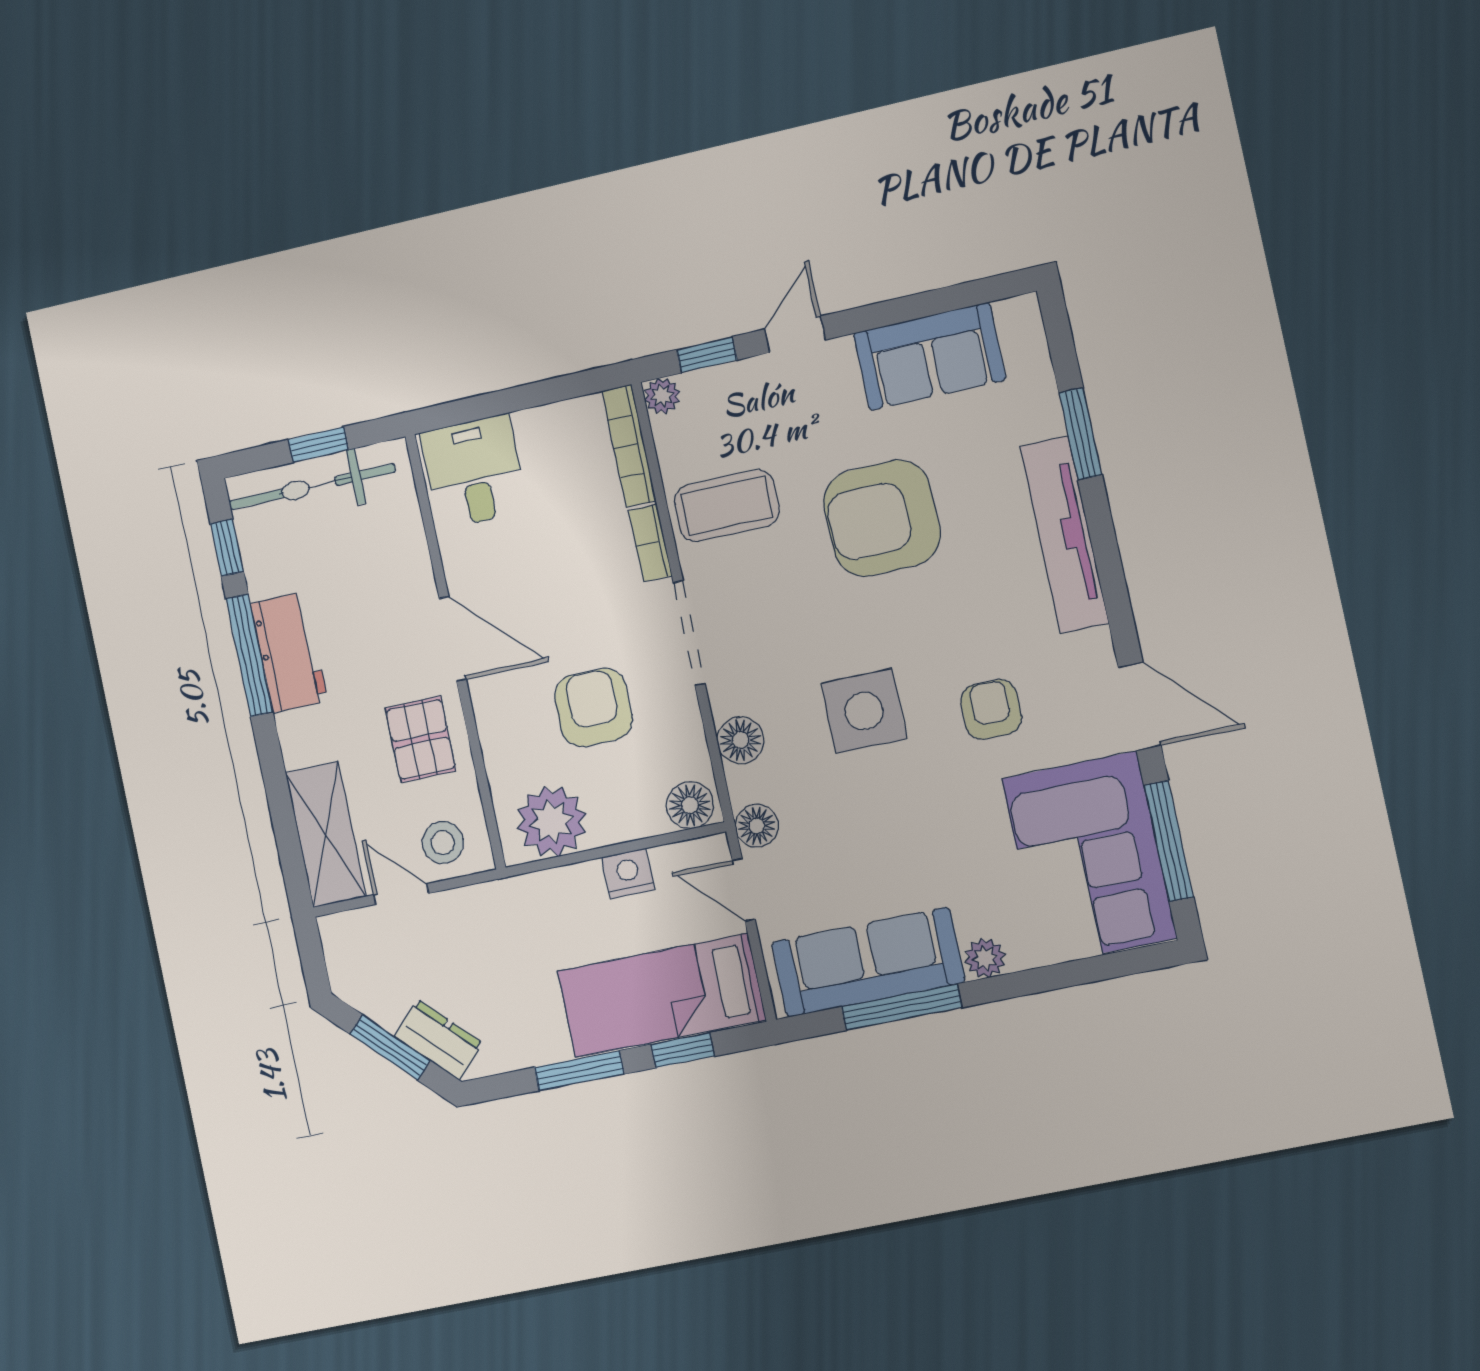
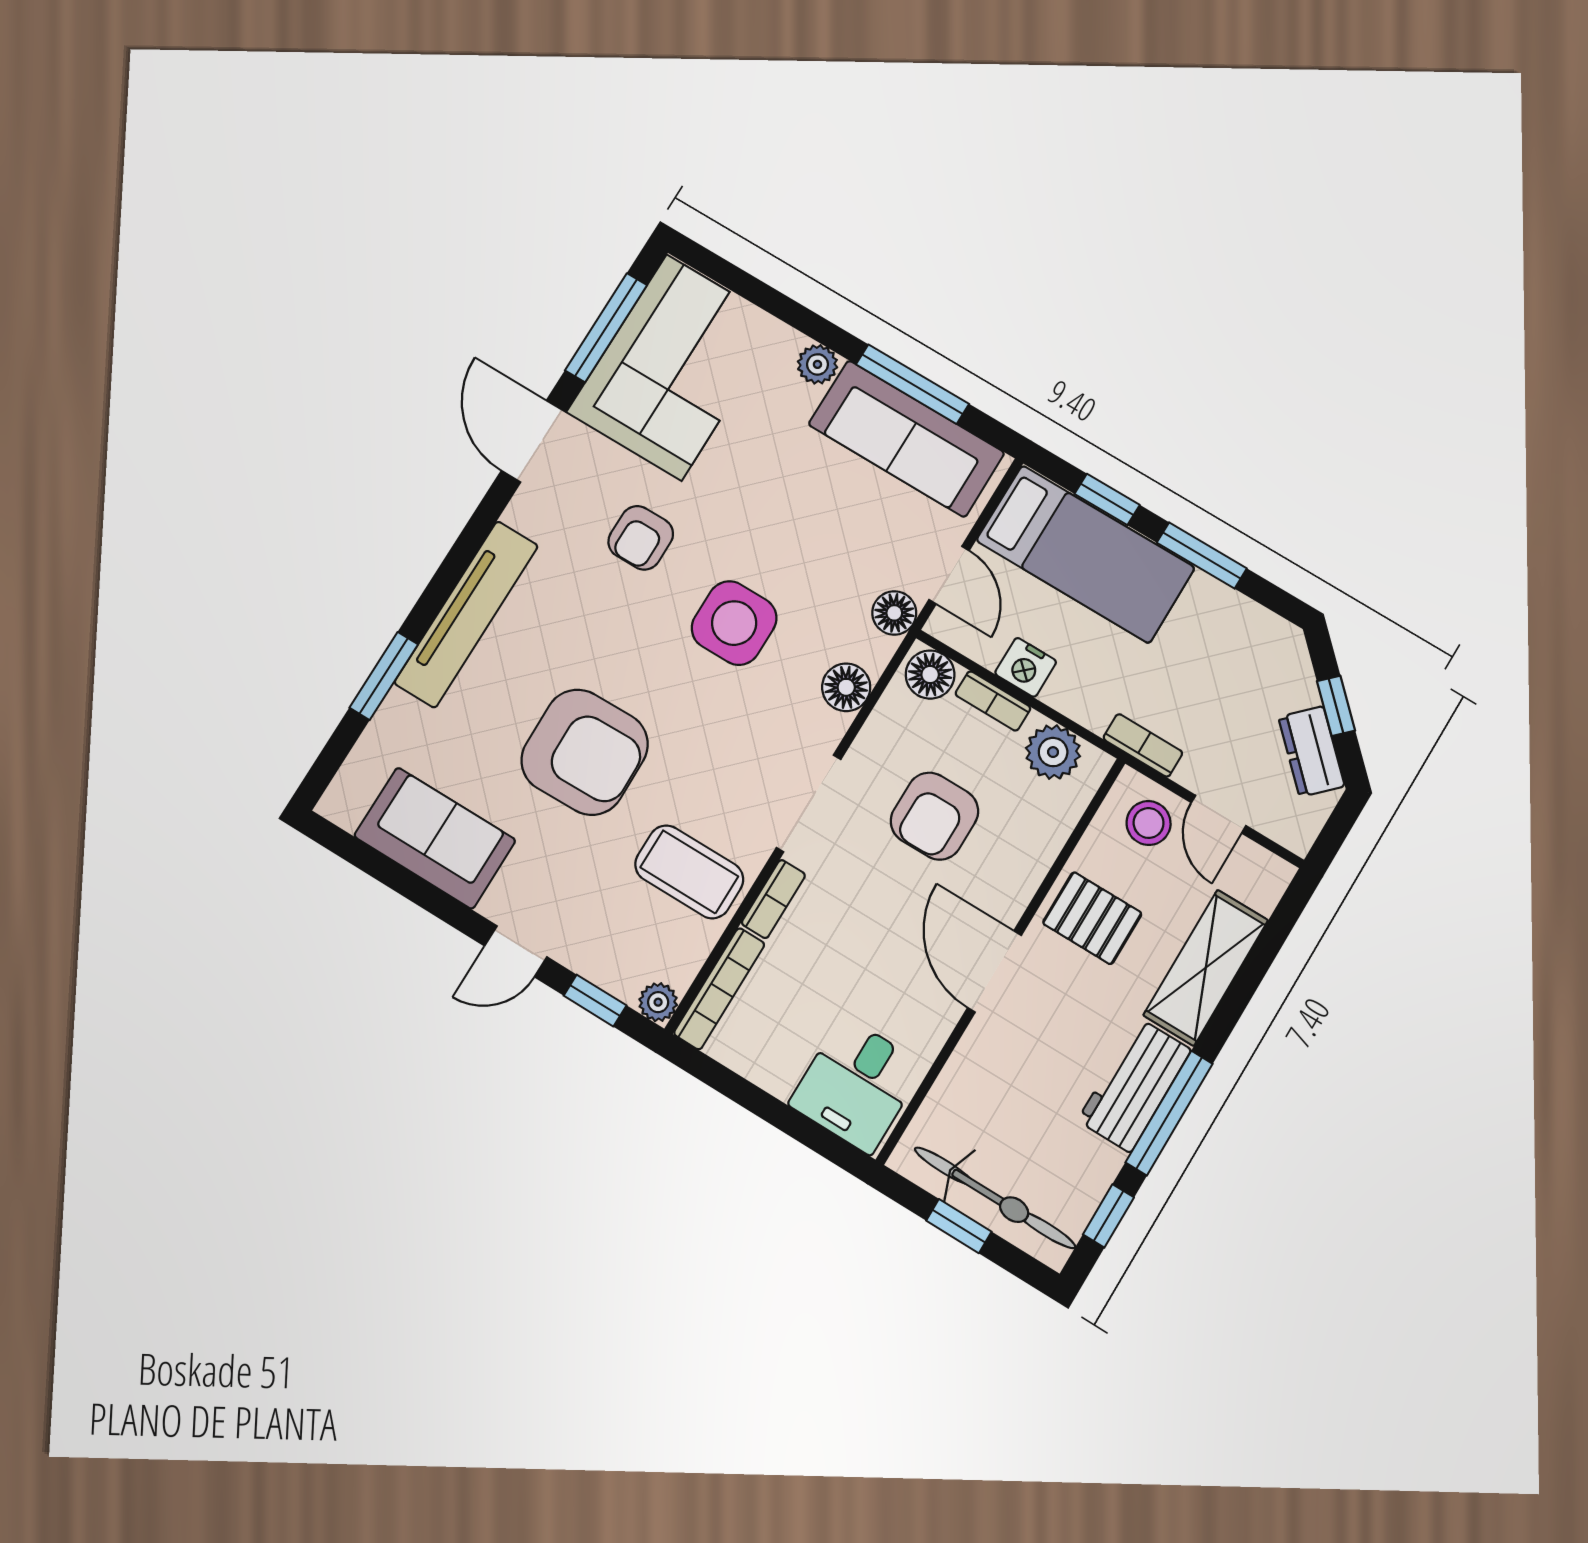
pallet: (421, 739) -> (1092, 918), turned 90
plant: (552, 821) -> (1053, 752), width x0.73, depth x0.73
bookcase: (629, 828) -> (993, 701), added
shelving: (326, 834) -> (1206, 968), moved
bookcase: (496, 894) -> (1143, 745), added
dresser: (438, 1040) -> (1311, 751), moved
window: (390, 1047) -> (1336, 706), width x0.67

